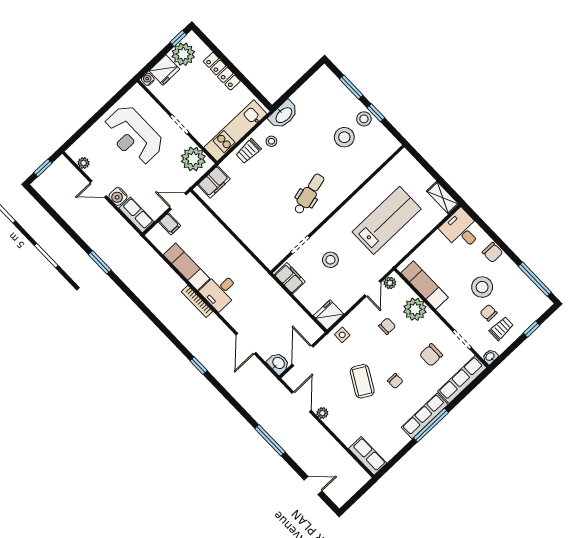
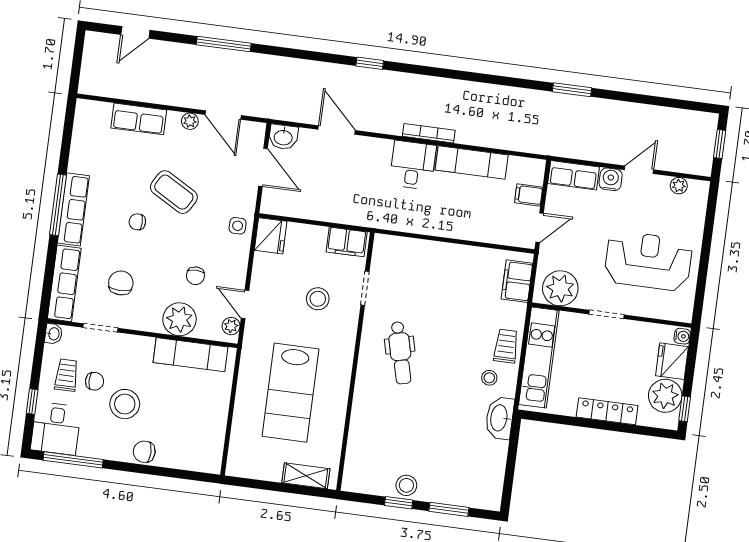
stool: (344, 137) -> (412, 447), removed
shelving: (443, 198) -> (306, 476), moved
desk: (461, 230) -> (56, 428), moved, turned 90
trolley: (501, 328) -> (66, 375), turned 180
row of seats: (368, 456) -> (139, 119), moved

